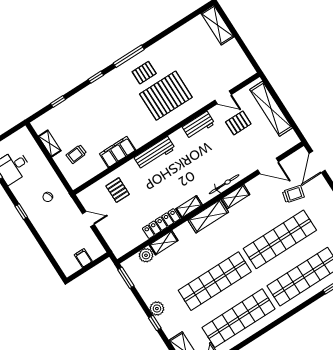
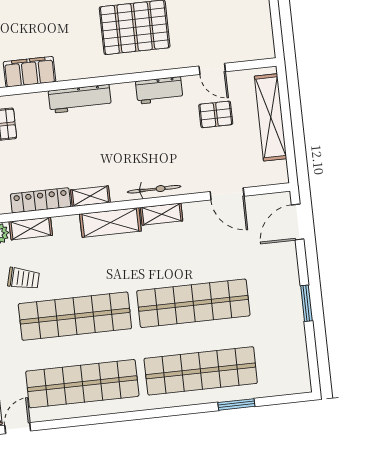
trolley: (293, 194) -> (24, 278), moved

